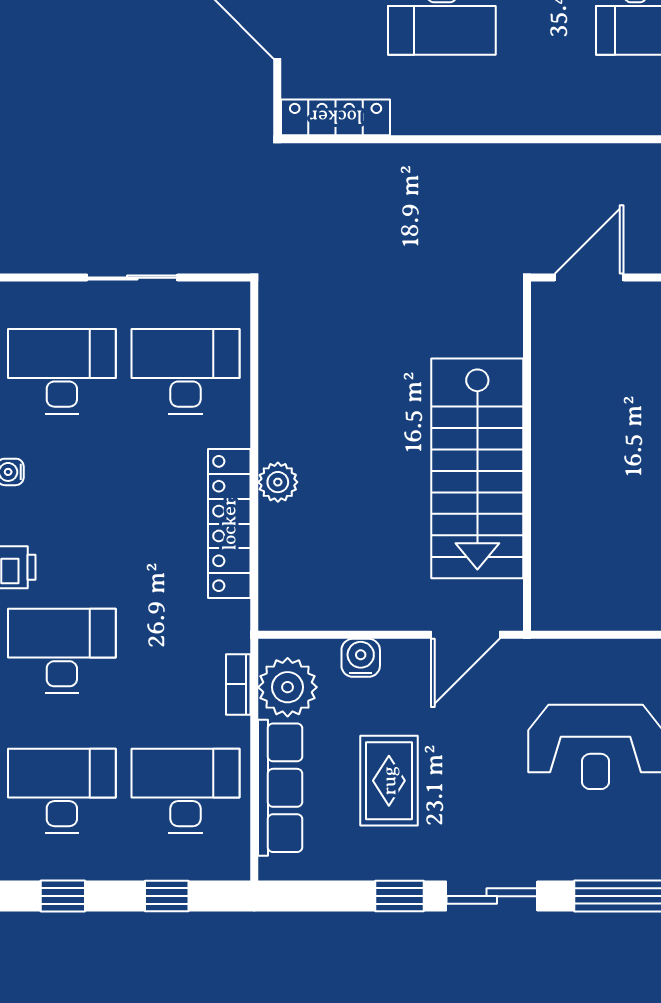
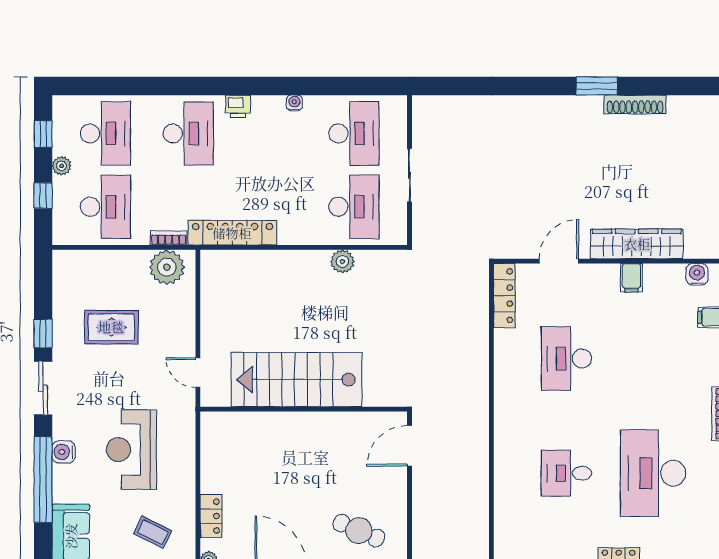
door: (589, 278) -> (409, 446), swing flipped
plant: (278, 482) -> (342, 261), moved
locker: (229, 524) -> (232, 233), moved
door: (465, 635) -> (198, 373), width x0.73
water cooler: (361, 658) -> (64, 452), moved, turned 180
row of seats: (280, 788) -> (107, 263), removed
plant: (116, 865) -> (62, 166), added

